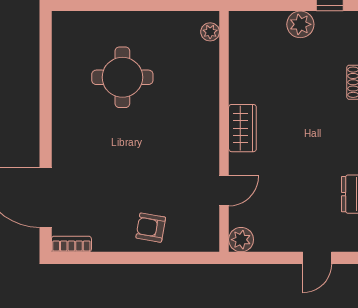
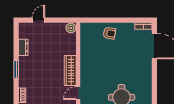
wardrobe: (242, 128) -> (70, 71), width x1.50
door: (224, 191) -> (78, 93), moved

